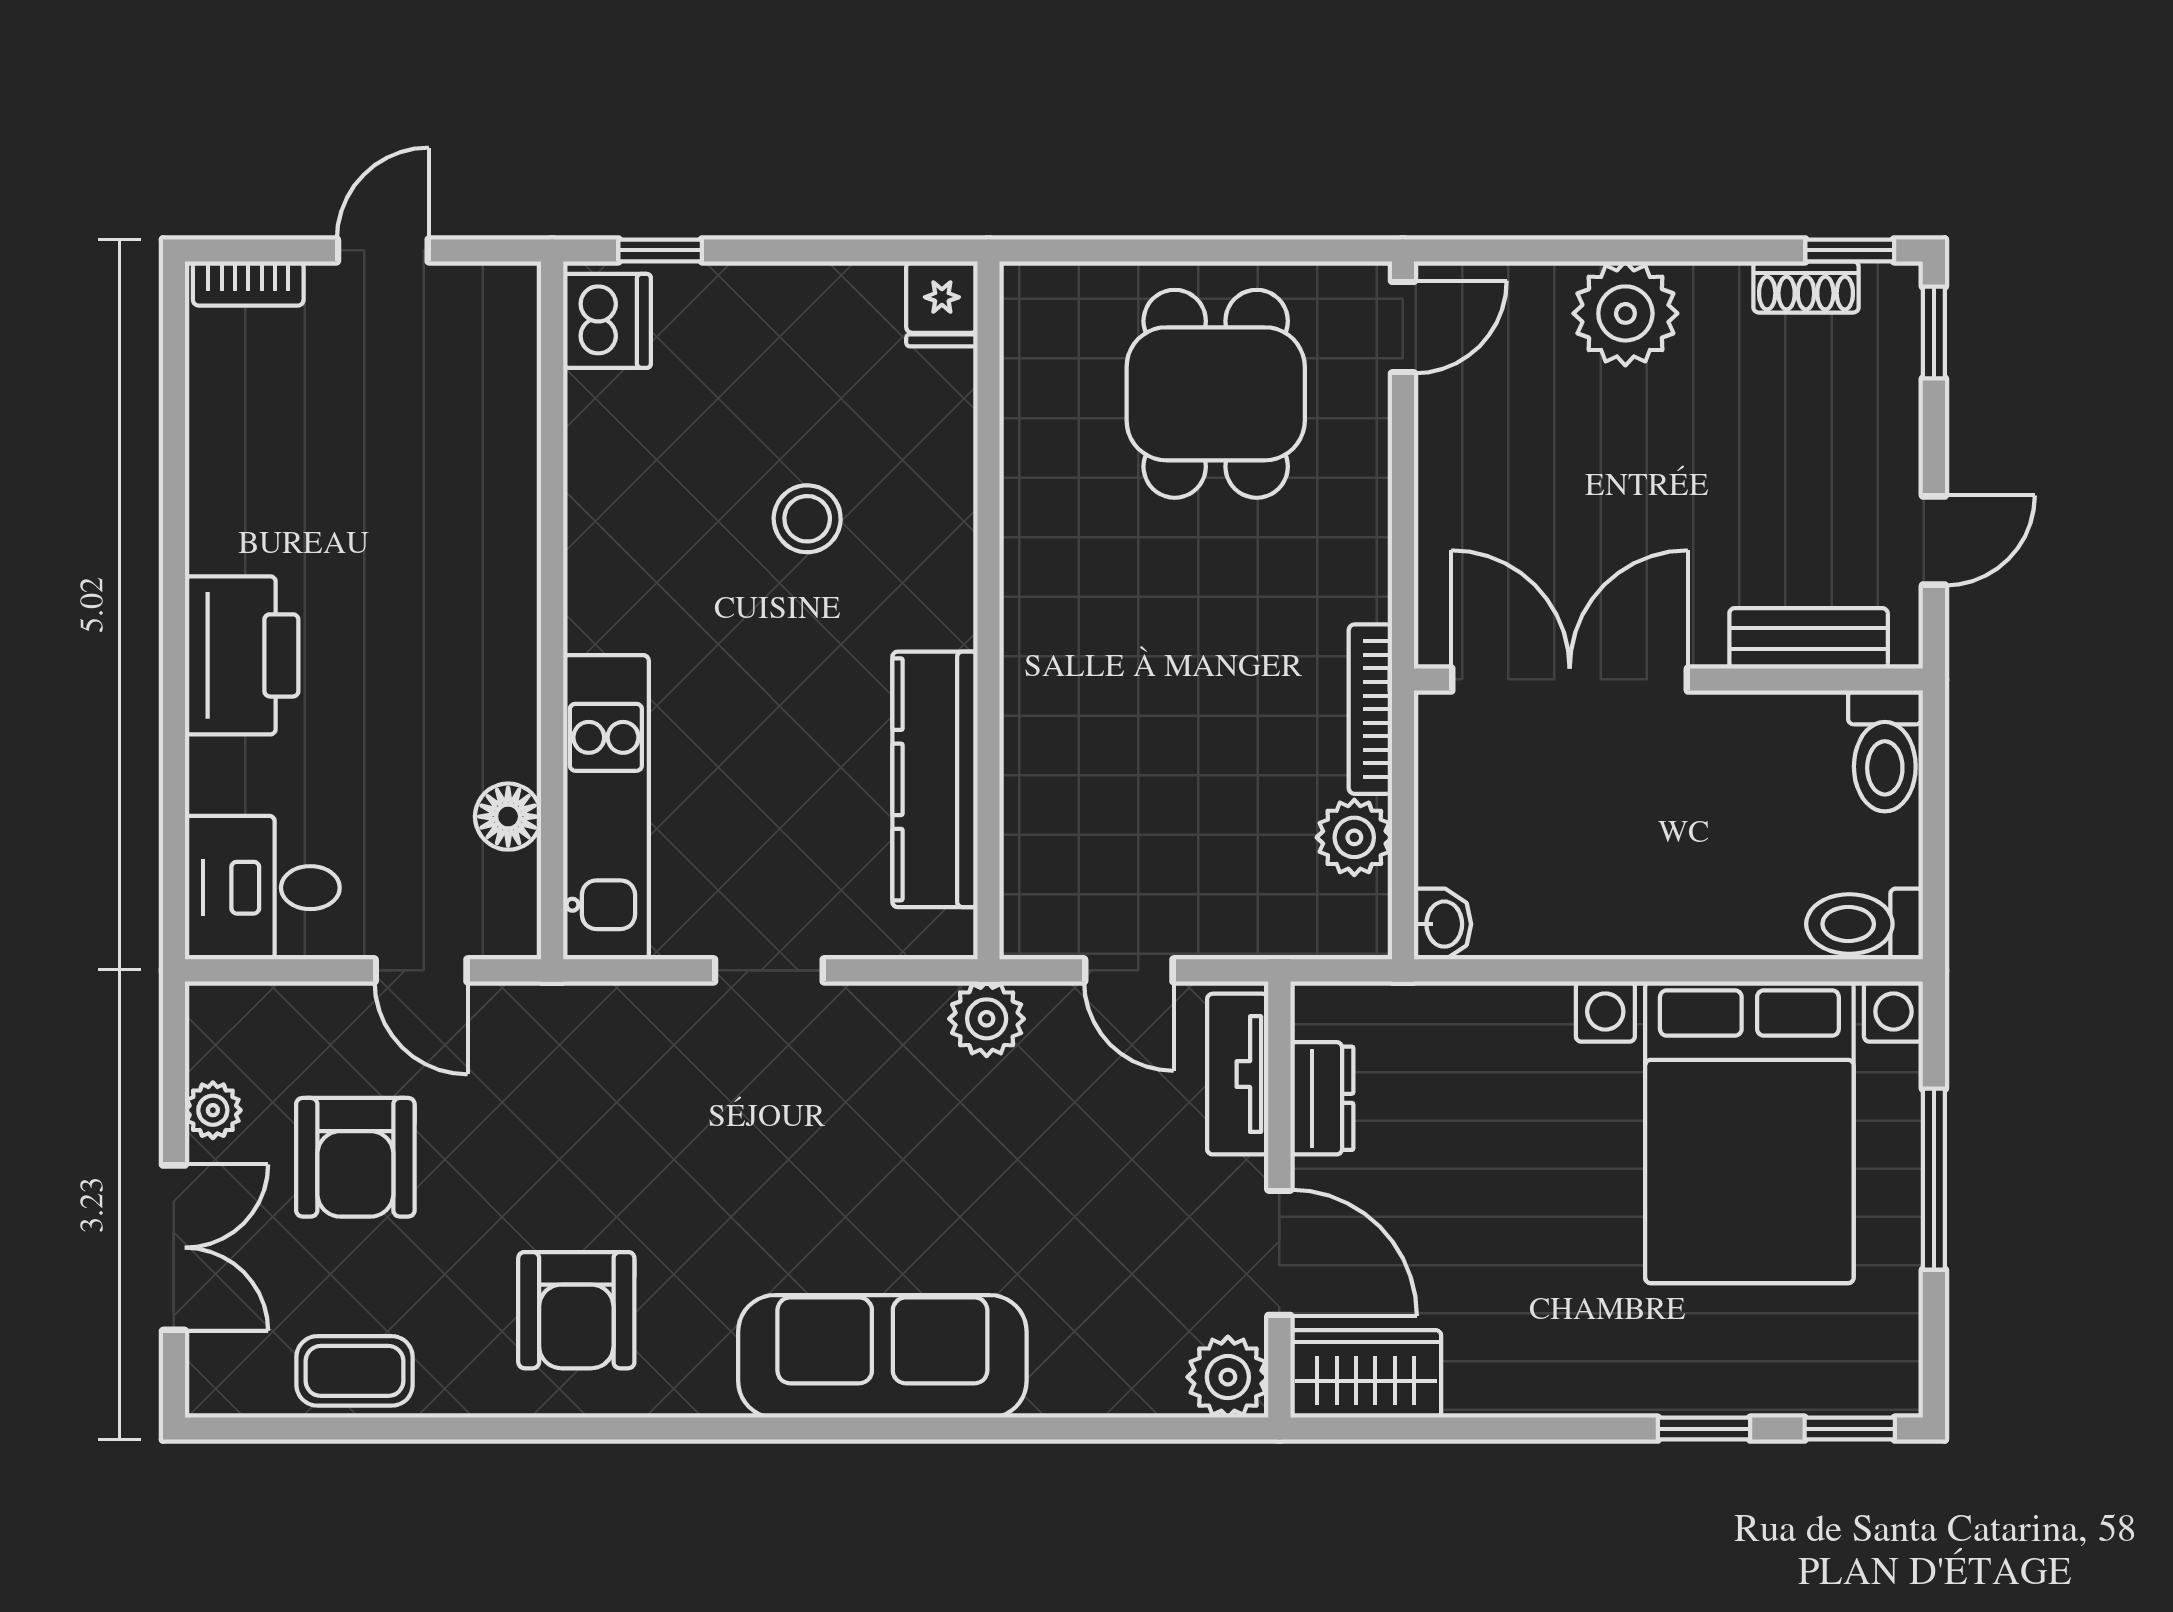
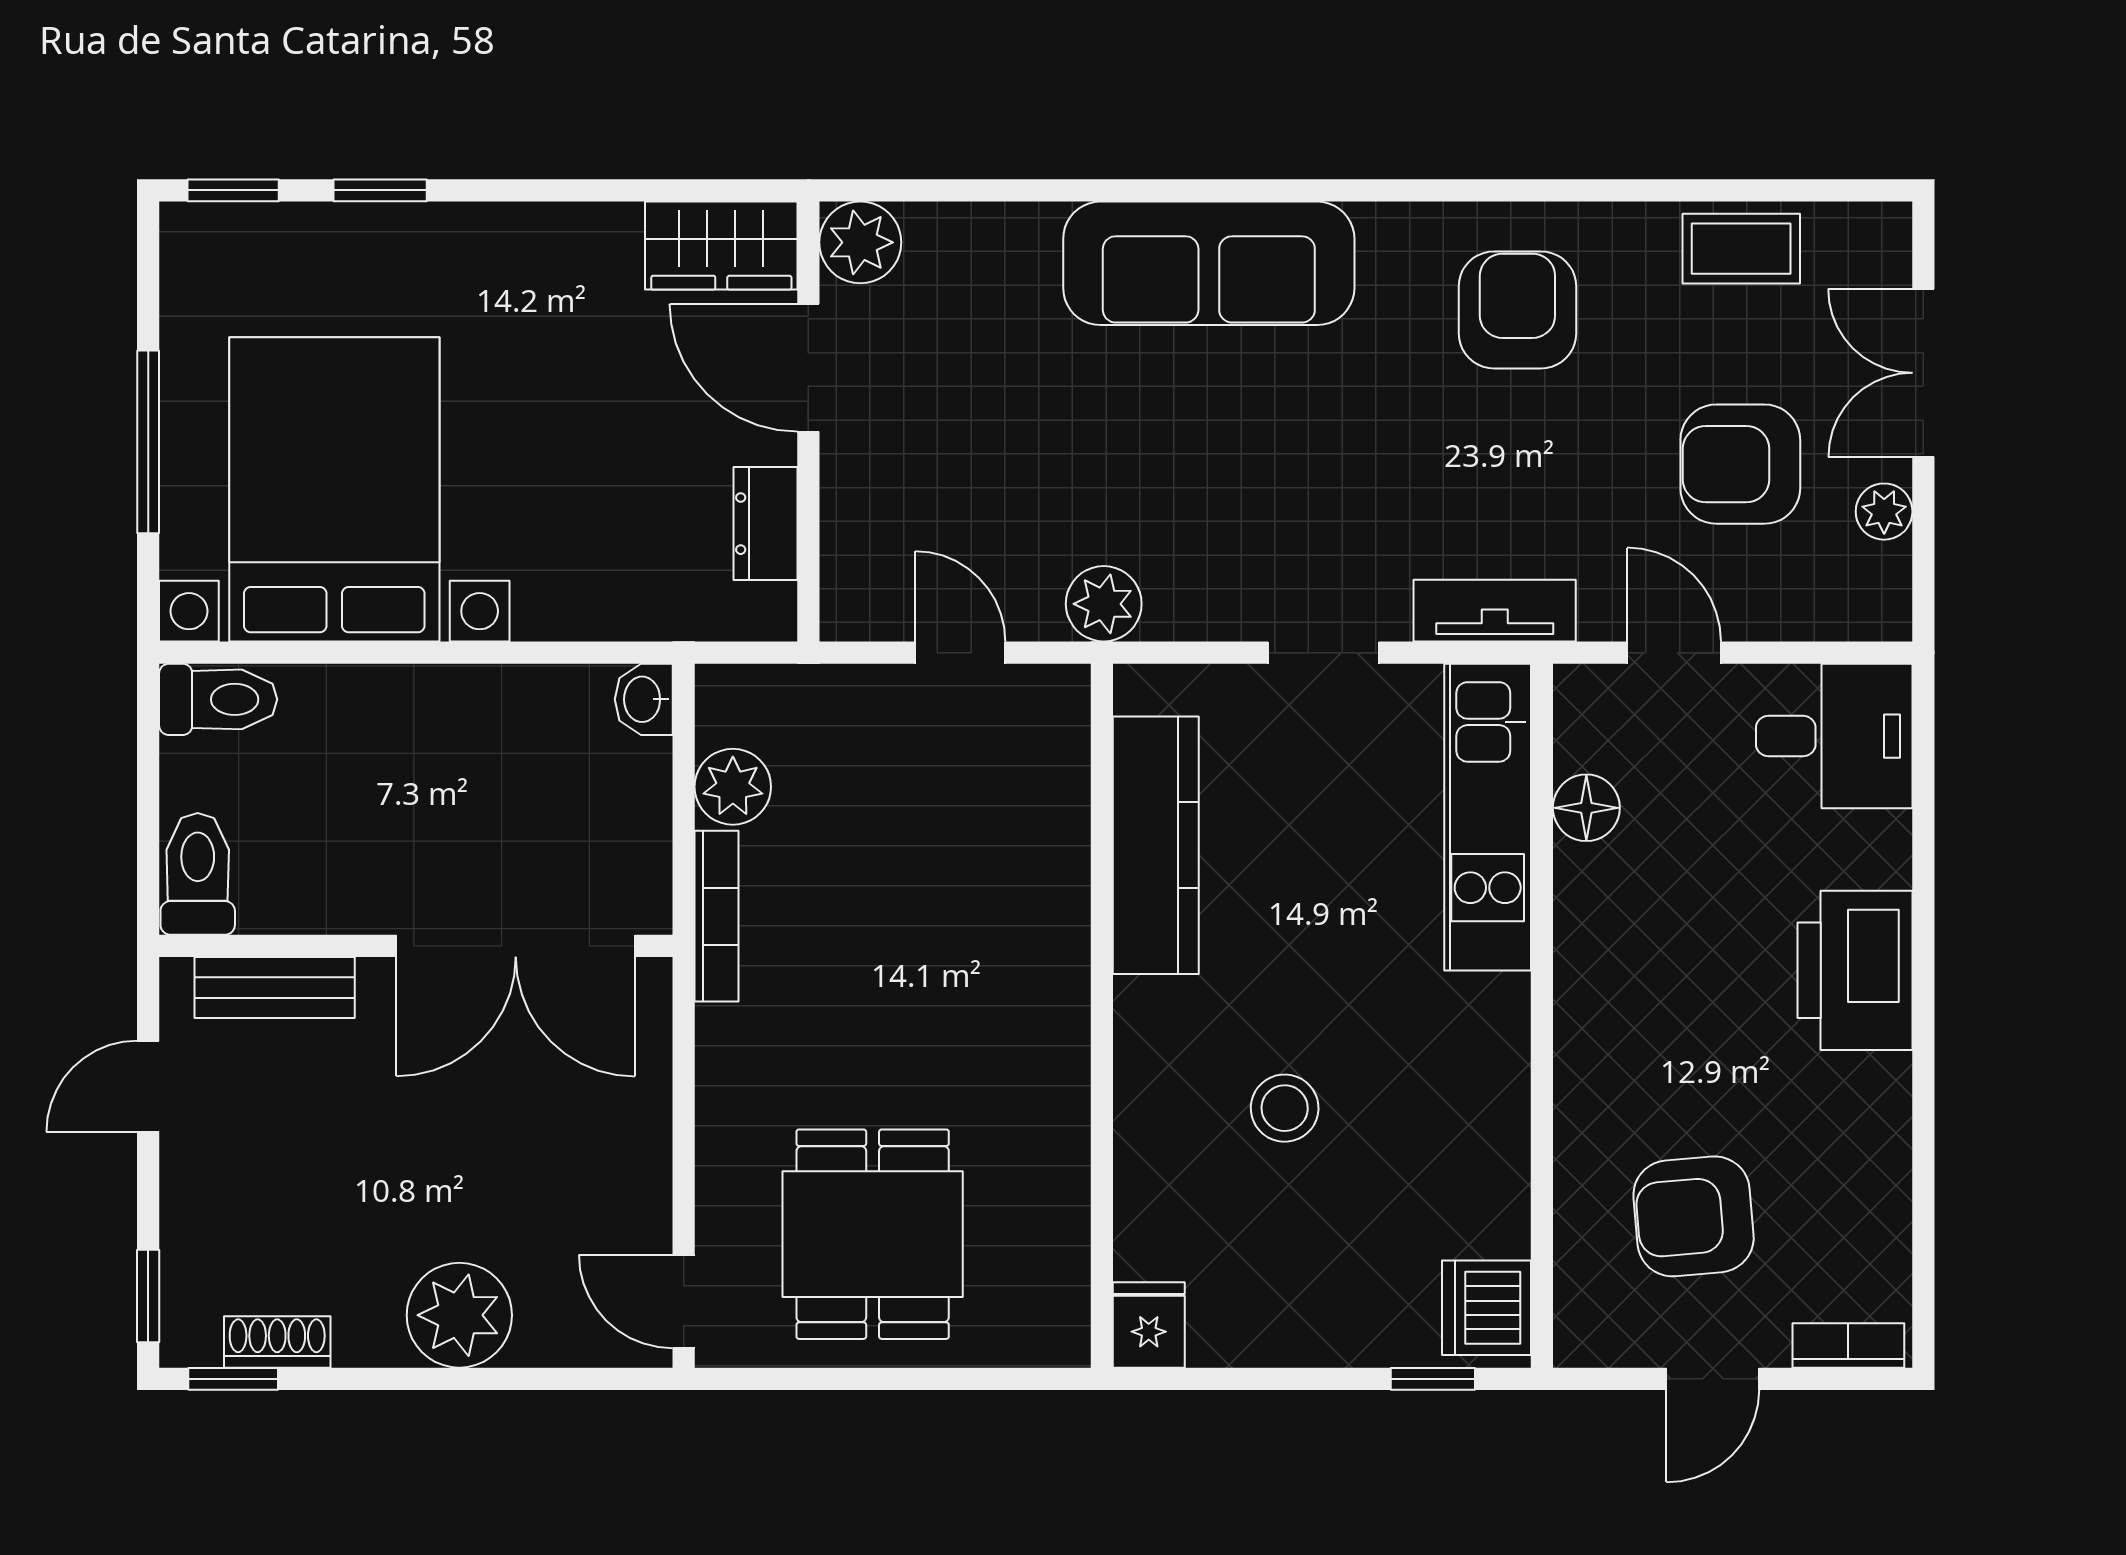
door: (1403, 327) -> (684, 1301), hinge flipped
armchair: (402, 411) -> (1694, 1216), added
tv unit: (1238, 1074) -> (1495, 611), moved, turned -90
armchair: (355, 1157) -> (1740, 464), turned -90

